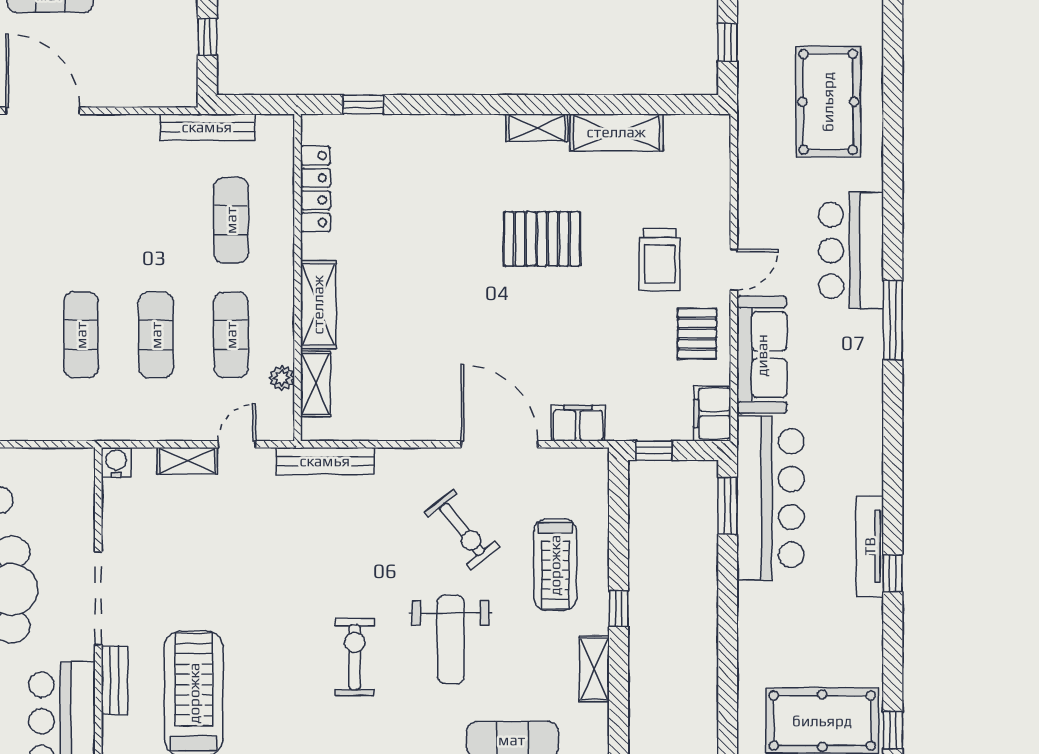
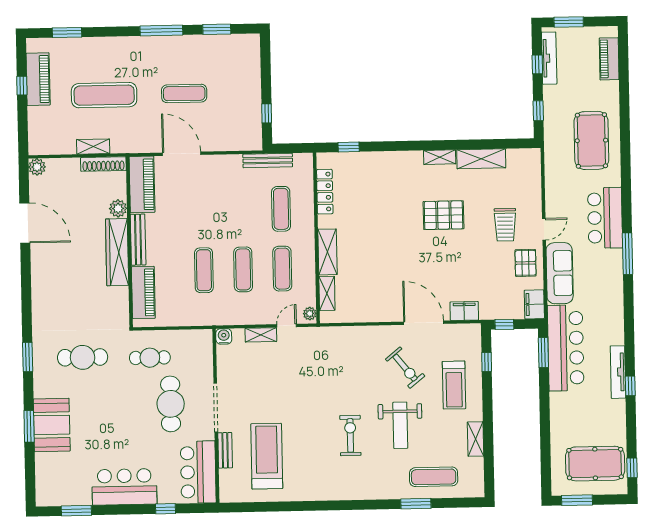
plant: (282, 378) -> (310, 314), moved
bench: (325, 461) -> (333, 333), removed
window: (619, 608) -> (487, 362), moved

